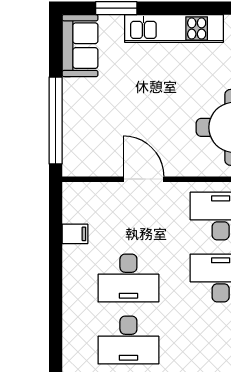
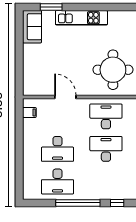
window: (56, 120) -> (19, 66), removed
filing cabinet: (75, 234) -> (29, 112), moved

